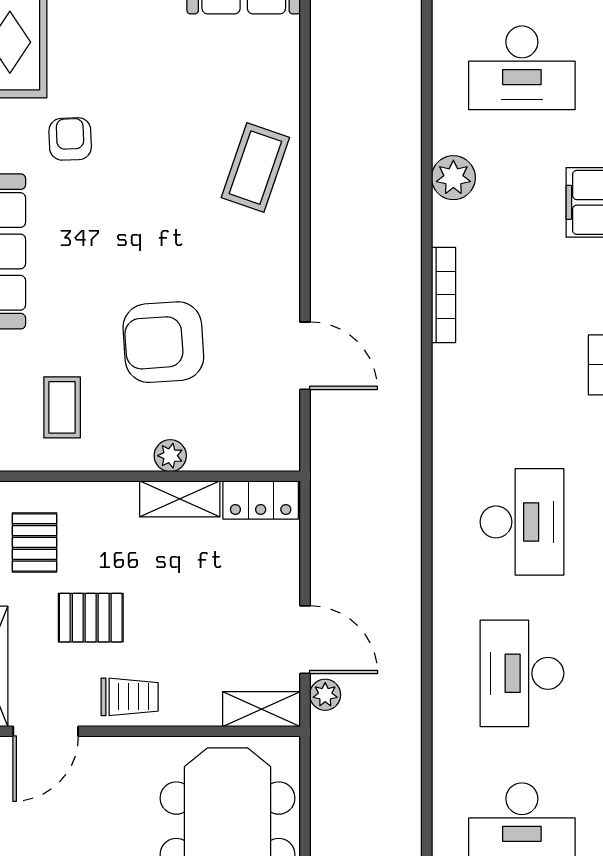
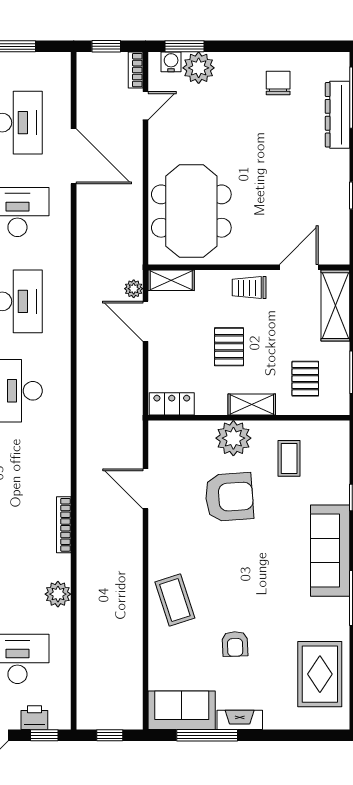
armchair: (70, 139) -> (235, 644), moved
coffee table: (255, 168) -> (175, 600), turned -37
plant: (170, 456) -> (233, 438), width x1.87, depth x1.87
shelving: (180, 499) -> (252, 404), moved
pallet: (91, 618) -> (229, 347), moved, turned 90

